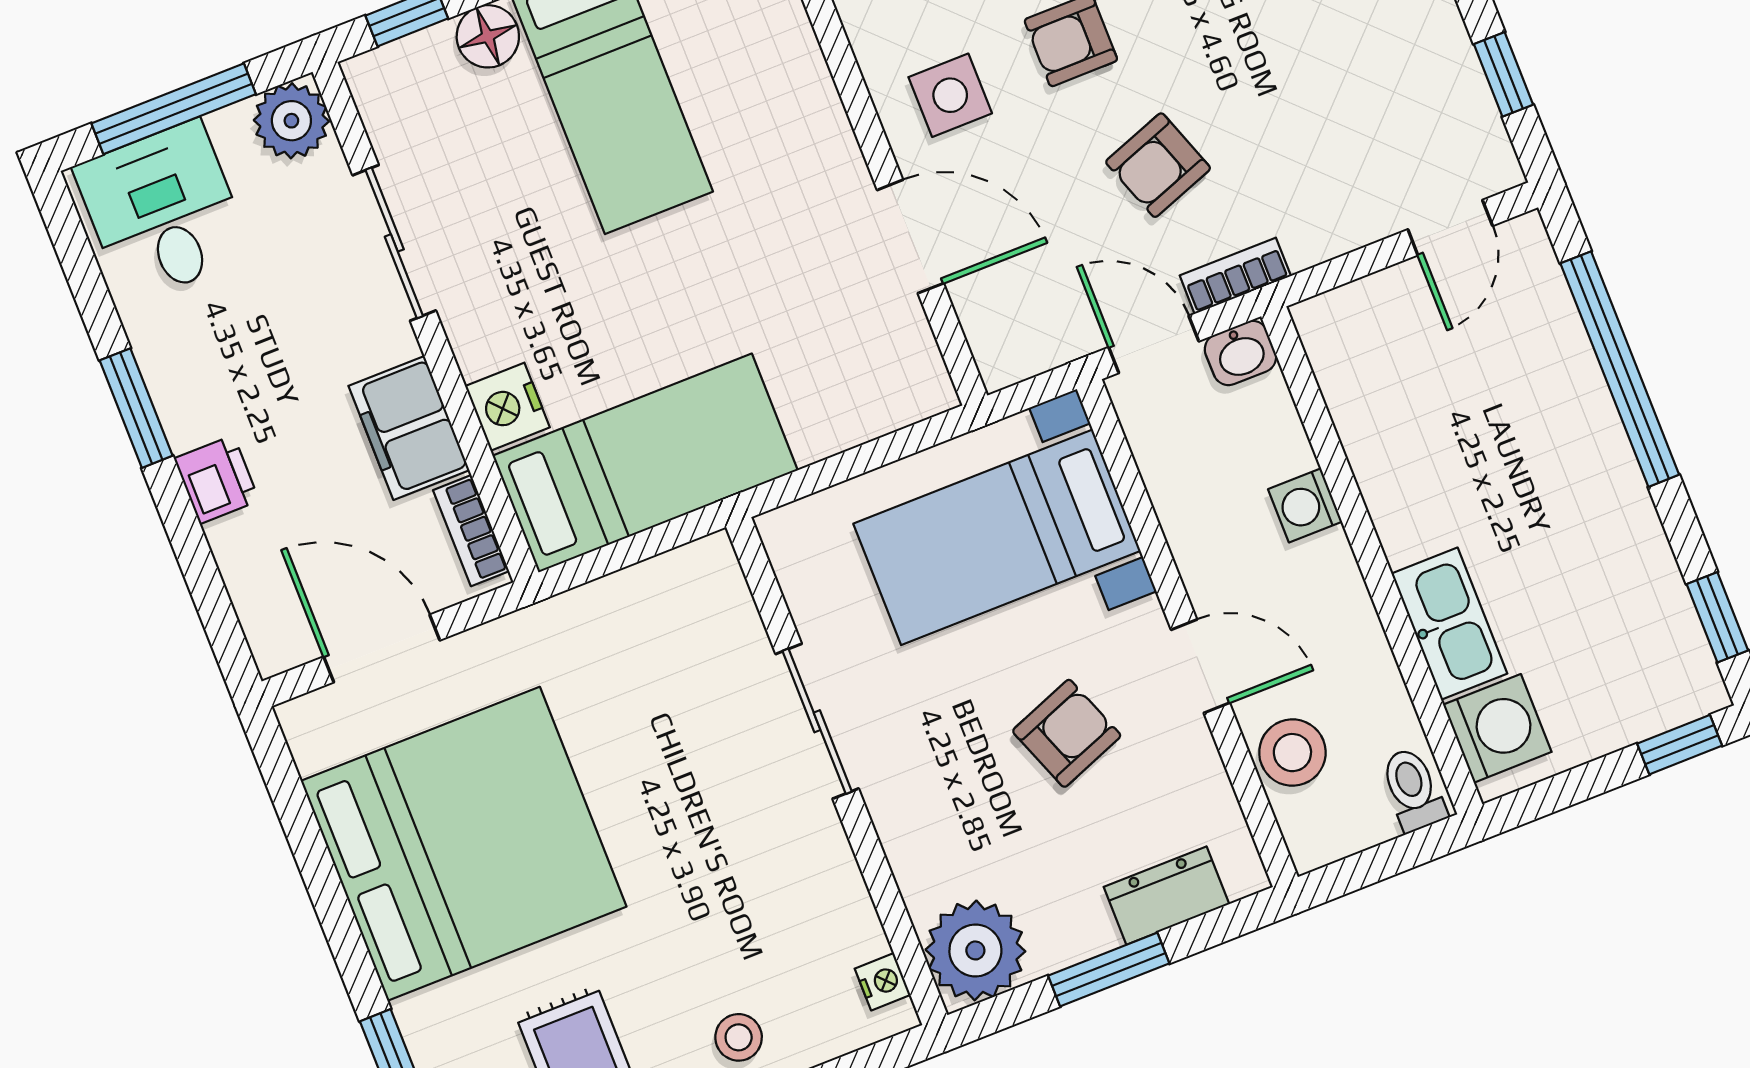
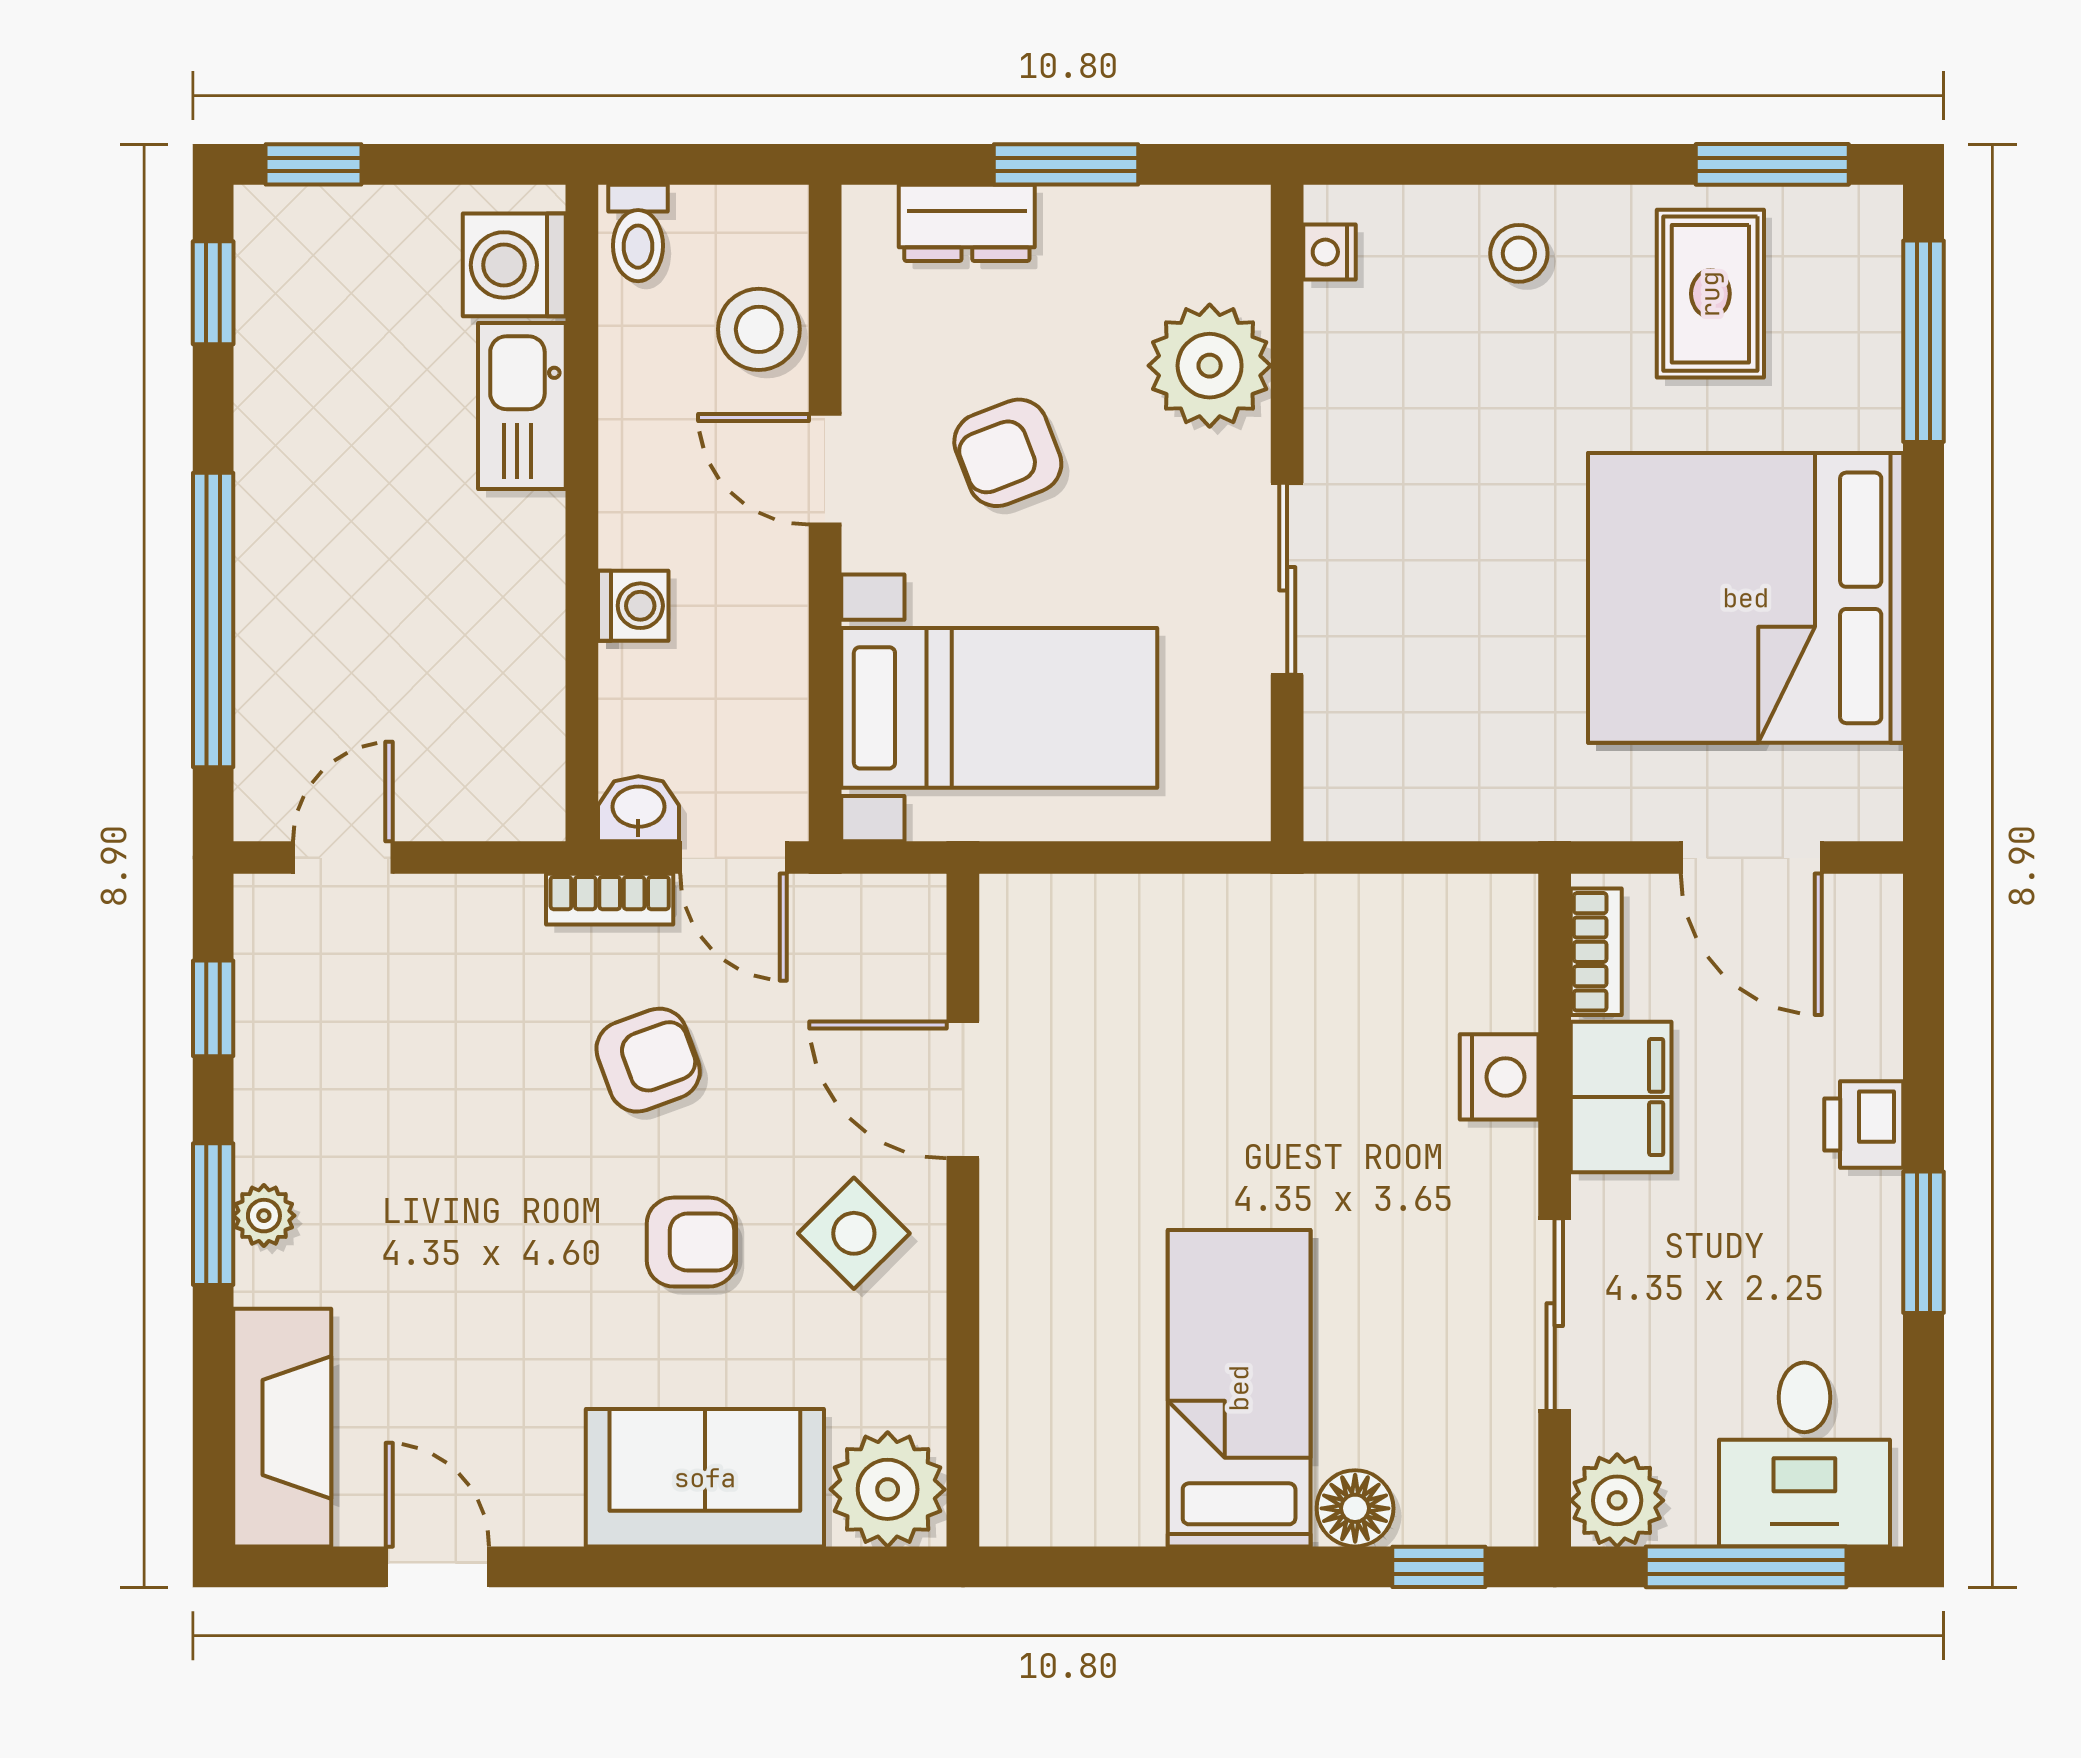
side table: (950, 95) -> (854, 1233), turned 45
bed: (645, 463) -> (1367, 951), removed
plant: (975, 950) -> (1210, 366), moved

